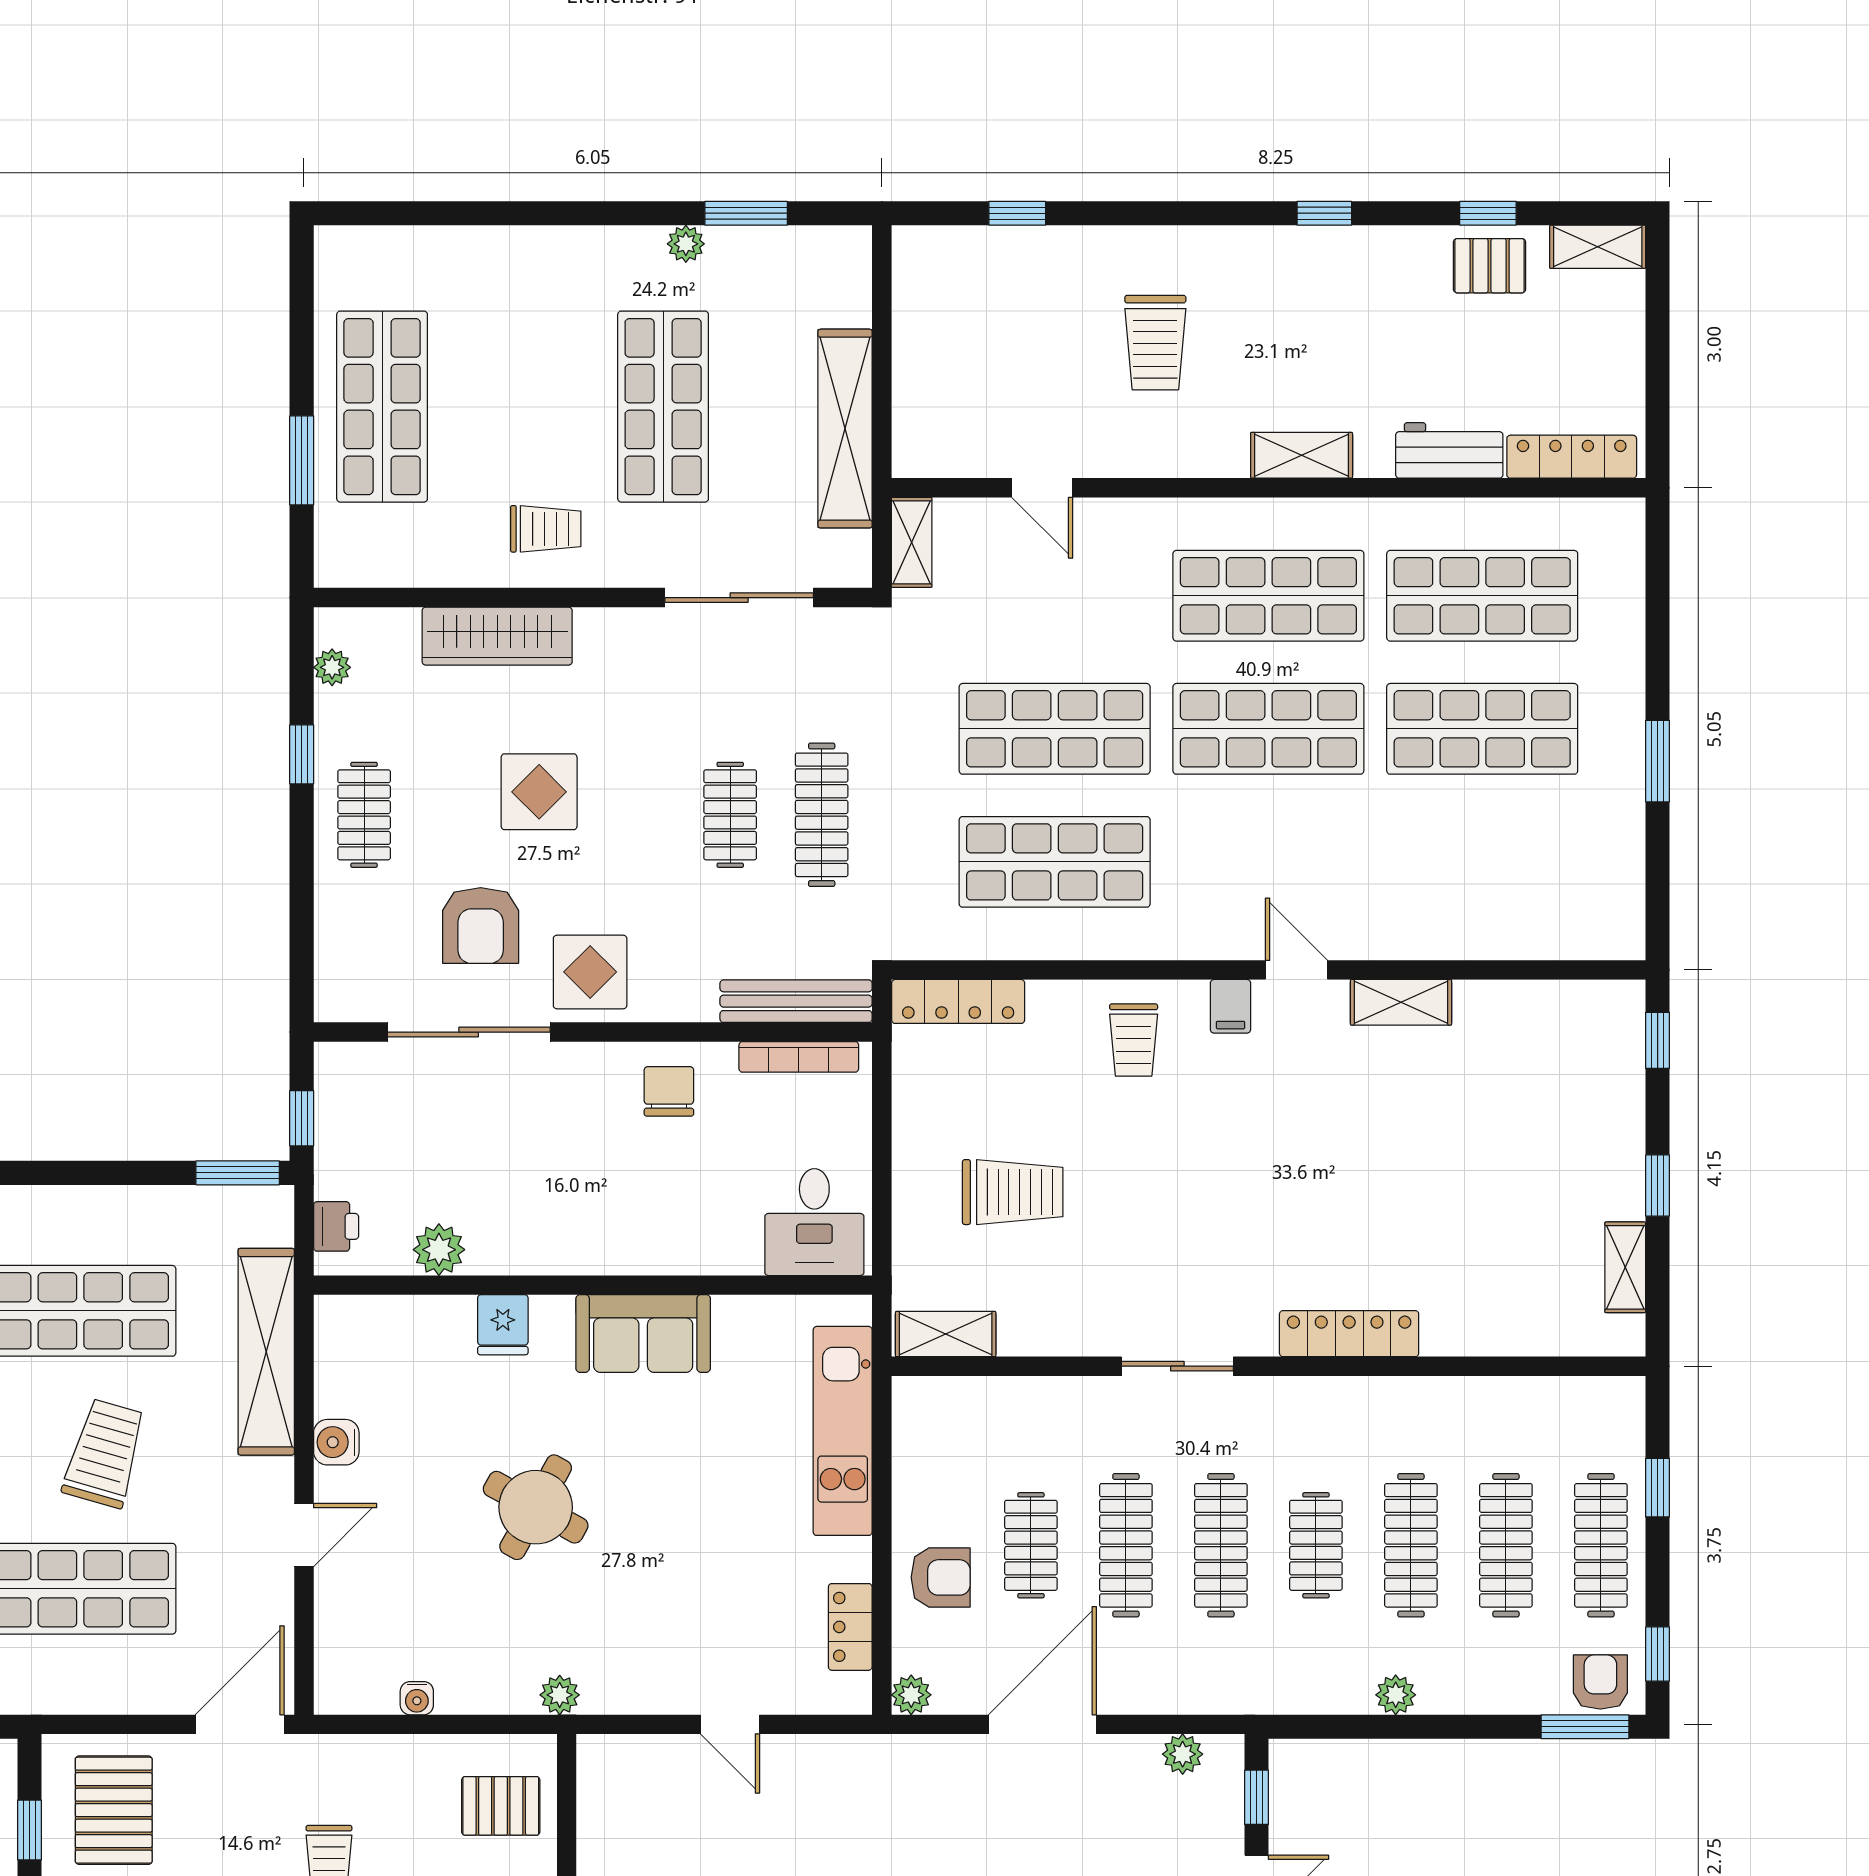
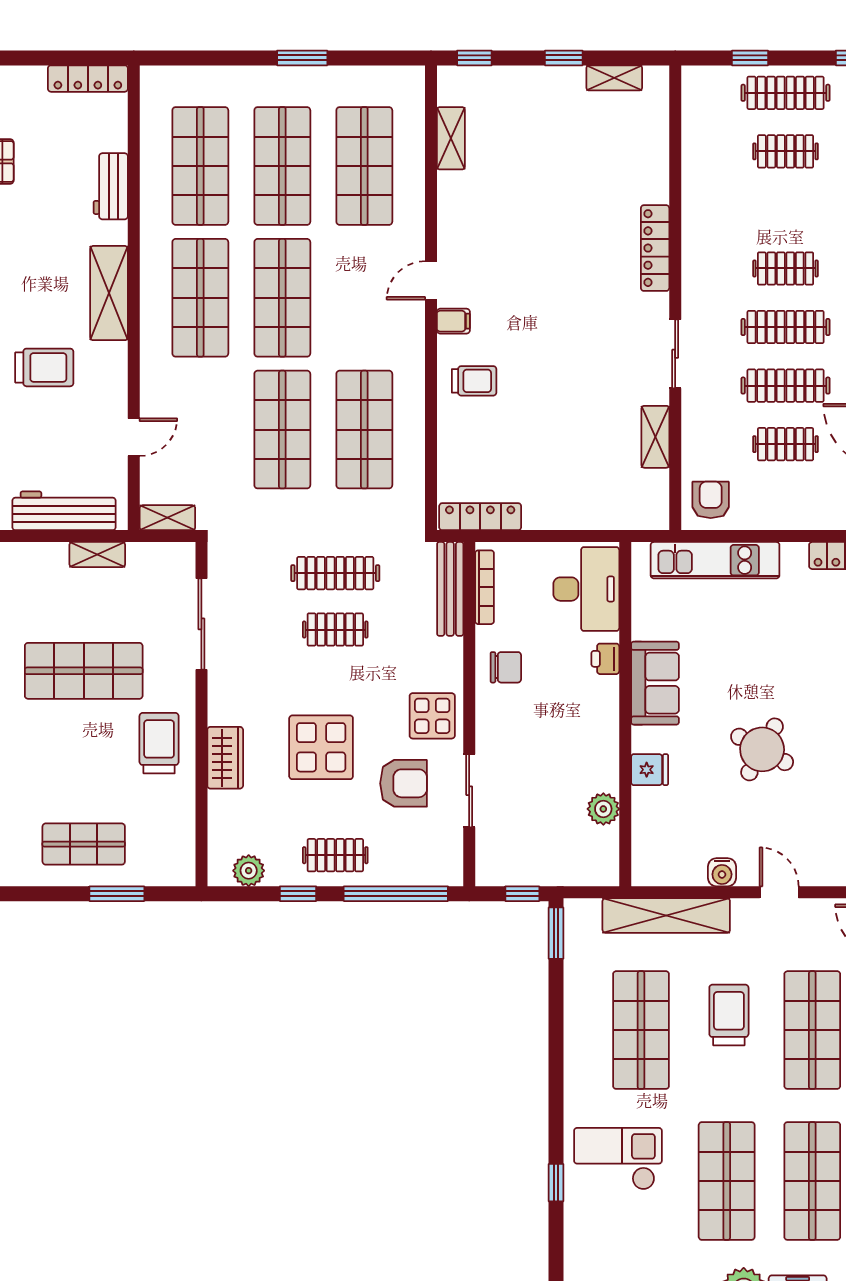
workbench: (923, 375) -> (64, 511), added
shop shelf: (382, 407) -> (84, 844), width x0.70, depth x0.74
shelving: (845, 429) -> (97, 555), width x0.45, depth x0.75
shelving: (1302, 455) -> (109, 293), width x1.50, depth x1.33
locker: (1572, 457) -> (88, 79), moved, turned -90
trolley: (546, 529) -> (159, 743), width x1.36, depth x1.39
wardrobe: (497, 636) -> (225, 758), width x0.67
plant: (332, 667) -> (249, 871), width x1.38, depth x1.38
display table: (539, 792) -> (321, 747), width x1.36, depth x1.36
shop shelf: (1482, 862) -> (364, 166), added
window: (302, 913) -> (396, 894), added
locker: (958, 1001) -> (480, 517), moved, turned -90
shelving: (1401, 1002) -> (451, 138), moved
sliding door: (469, 1032) -> (469, 791), width x0.73
chair: (669, 1091) -> (506, 667), turned 180
trolley: (1013, 1192) -> (568, 455), removed
desk: (814, 1222) -> (586, 589), width x1.37
printer: (336, 1226) -> (605, 659), moved, turned -90
shelving: (946, 1334) -> (655, 437), moved
trolley: (105, 1453) -> (729, 1015), turned 74
clothes rail: (1411, 1545) -> (786, 210), removed
clothes rail: (1506, 1545) -> (786, 151), width x0.73
armchair: (941, 1577) -> (711, 500), moved

